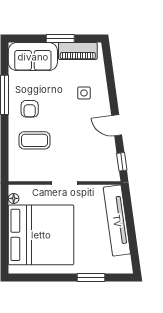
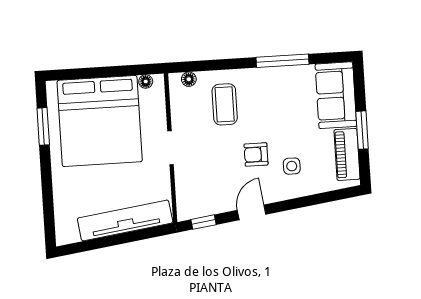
armchair: (30, 109) -> (256, 155), moved
floor lamp: (14, 166) -> (189, 79), added
window: (91, 277) -> (43, 126), moved

